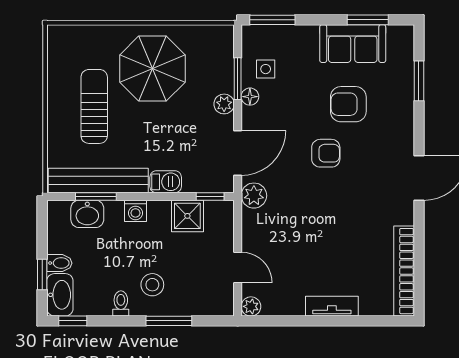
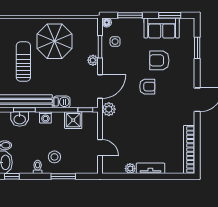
window: (272, 20) -> (130, 15), moved
floor lamp: (250, 97) -> (107, 22), moved
plant: (251, 306) -> (130, 169), moved

